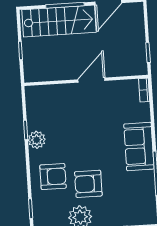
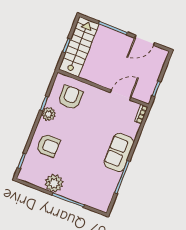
stairs: (59, 21) -> (79, 47), moved, turned -90
door: (91, 80) -> (121, 95), moved
armchair: (88, 184) -> (70, 97), moved, turned 90

